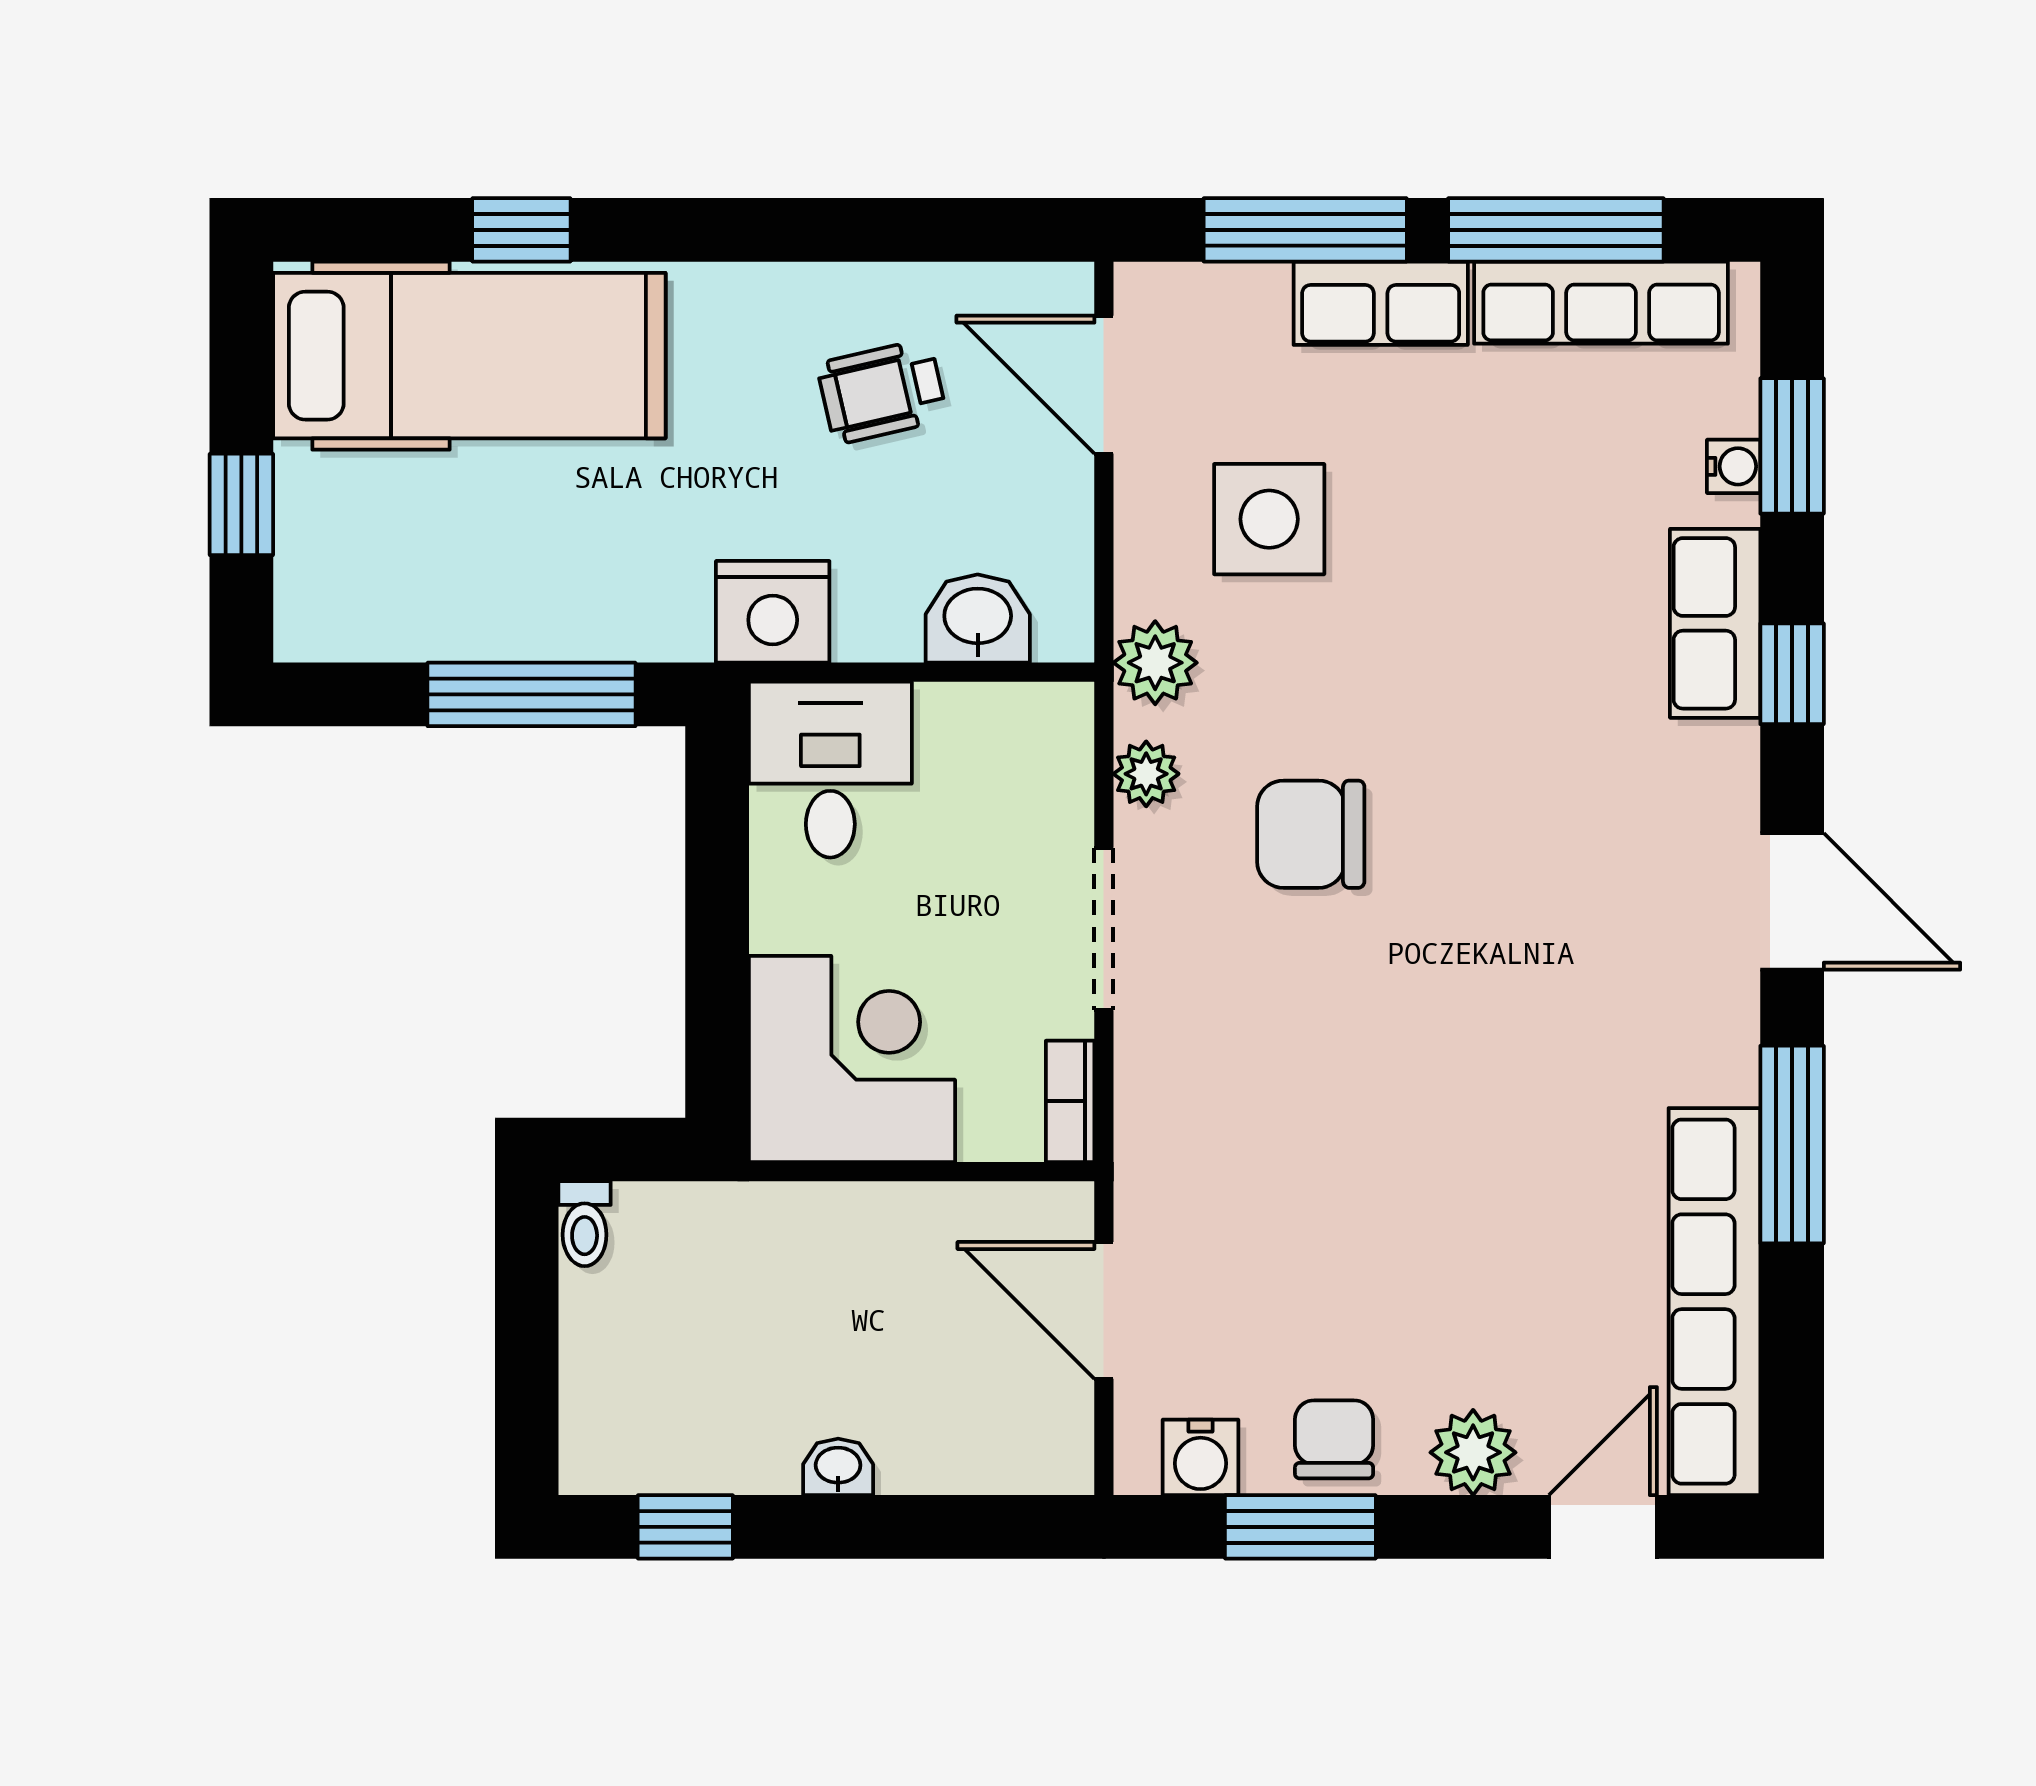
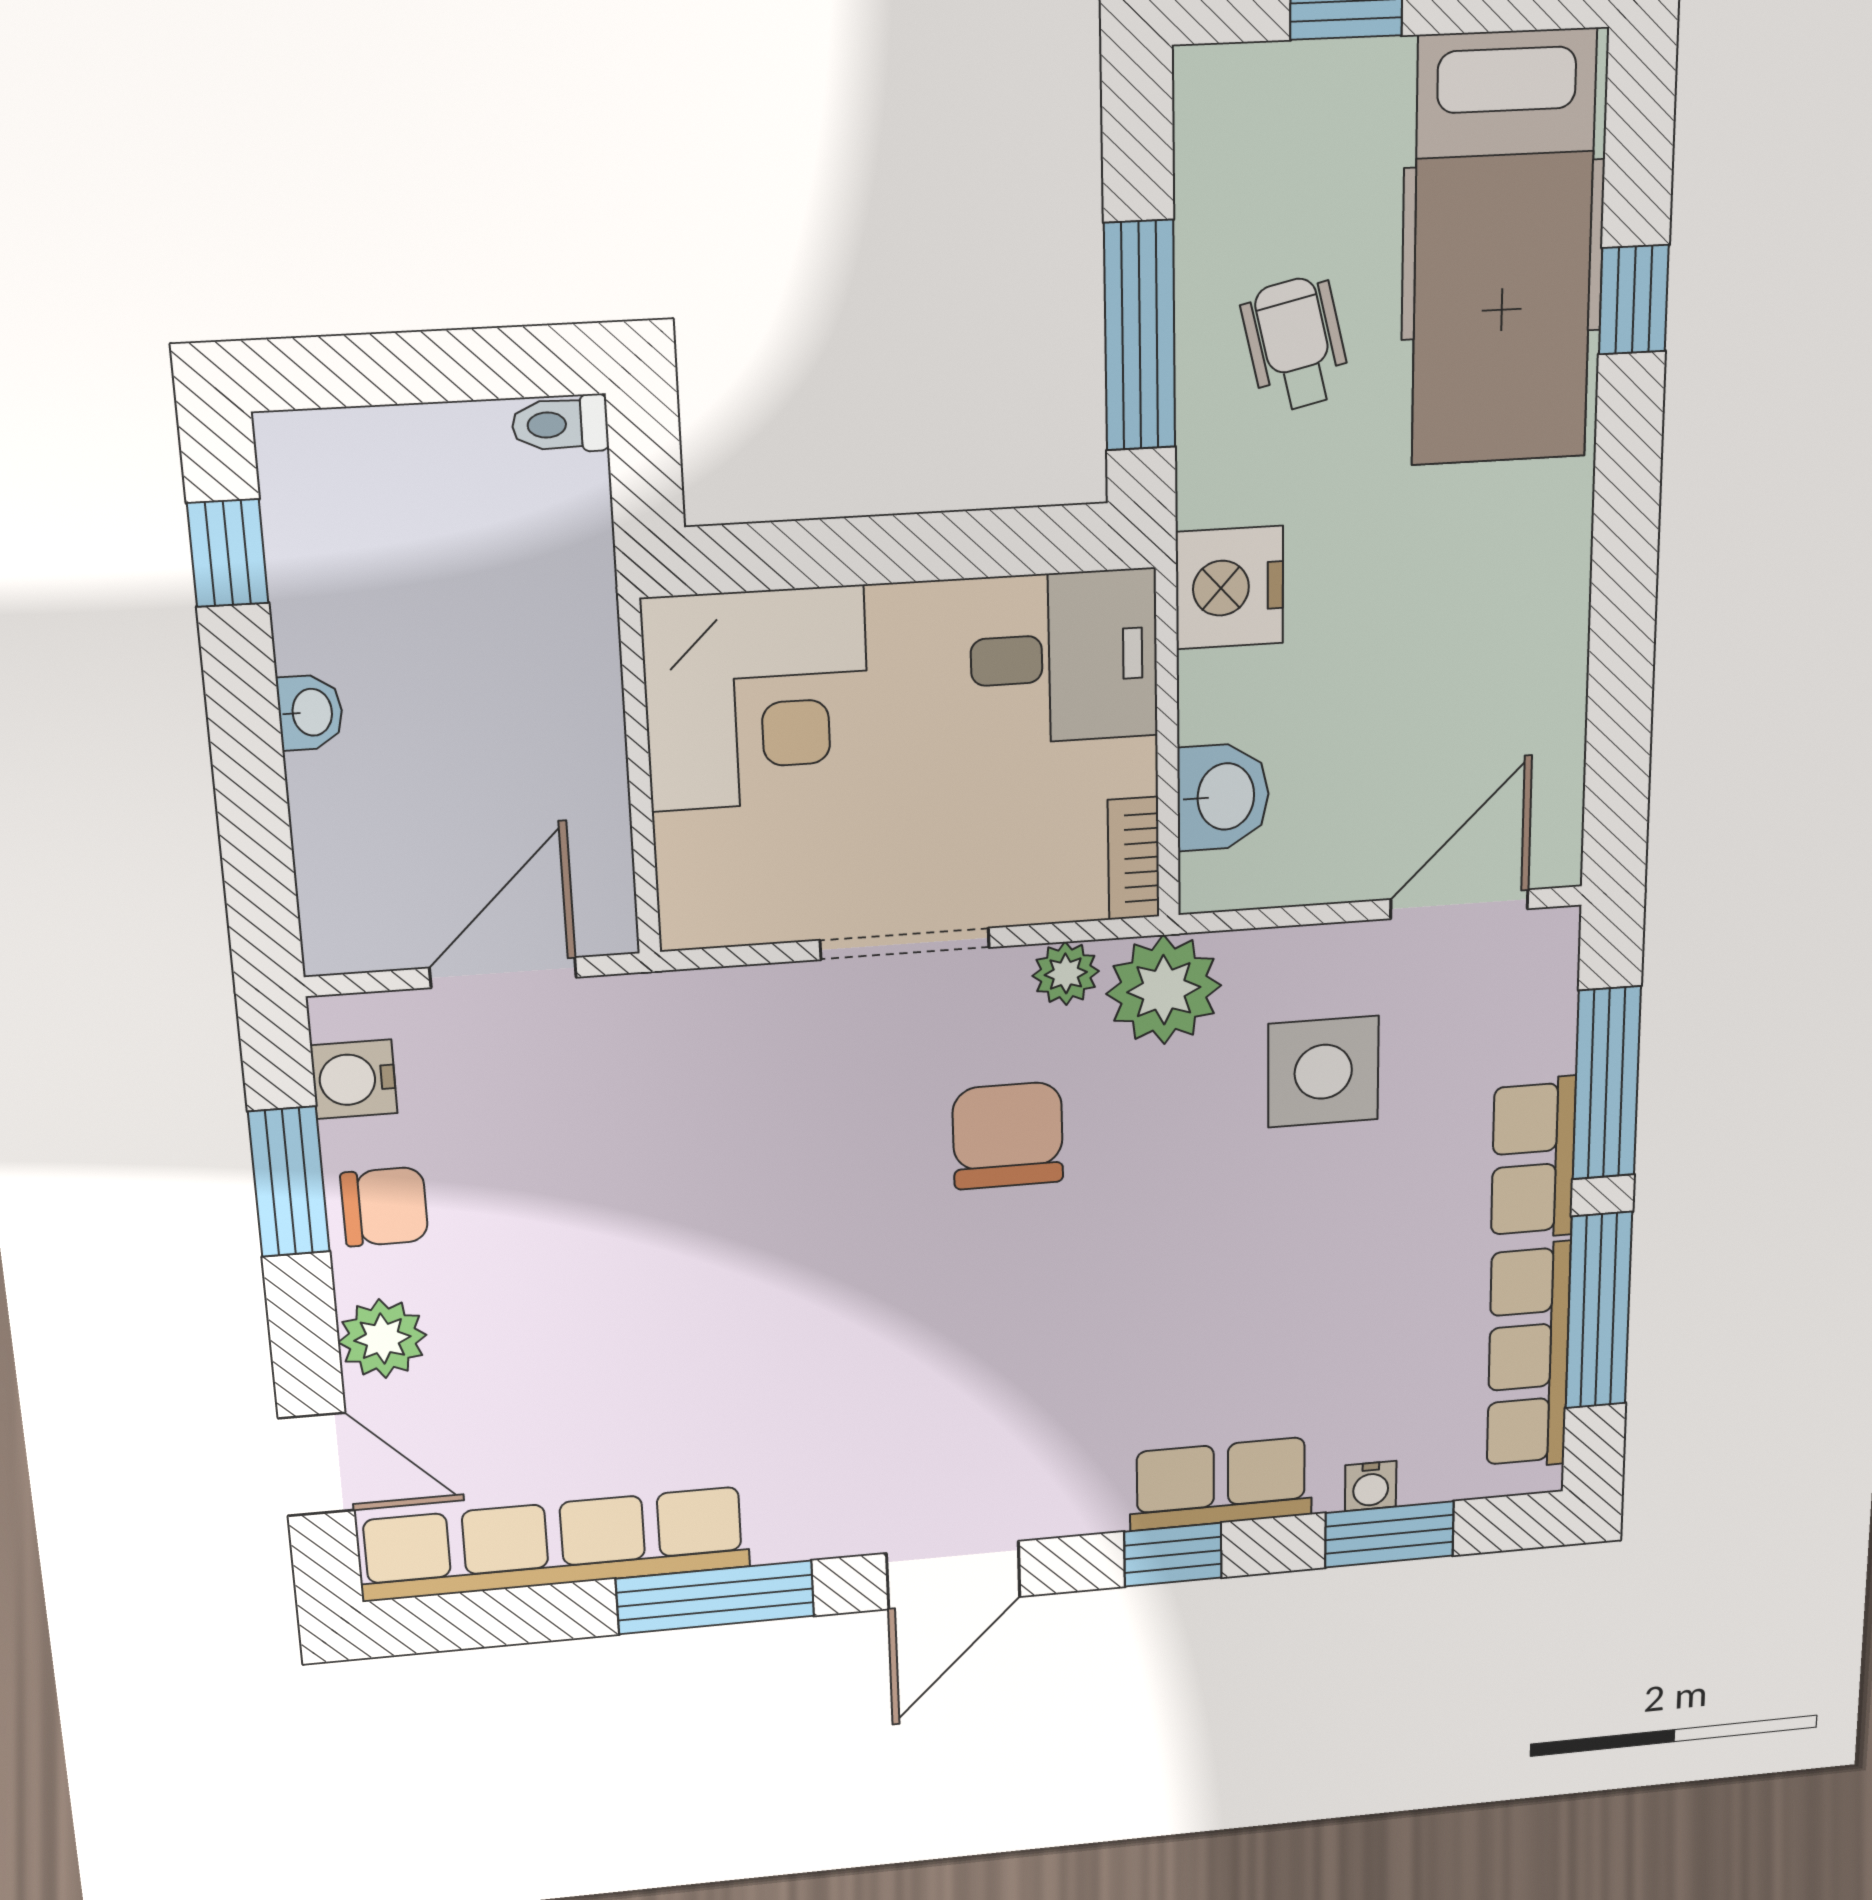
wheelchair: (882, 392) -> (1296, 344), moved
plant: (1155, 663) -> (1164, 990), width x1.36, depth x1.36
bookcase: (1070, 1101) -> (1134, 858), moved, turned -90

